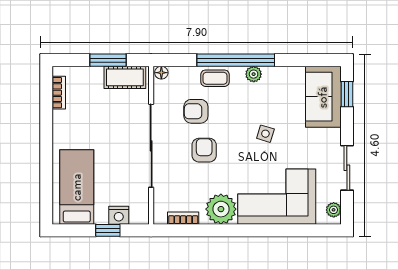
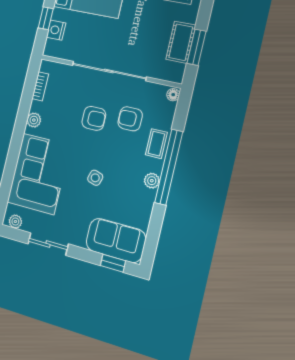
cot: (125, 77) -> (181, 42), moved
armchair: (196, 111) -> (130, 119), turned -90
plant: (221, 209) -> (34, 120), width x0.53, depth x0.53

